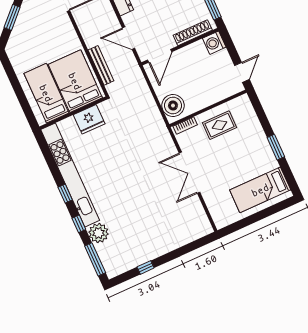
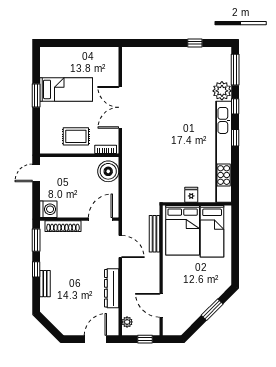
fridge: (89, 119) -> (191, 195), width x0.53, depth x0.75
double door: (189, 173) -> (120, 107), swing flipped
bed: (260, 190) -> (66, 89), moved

